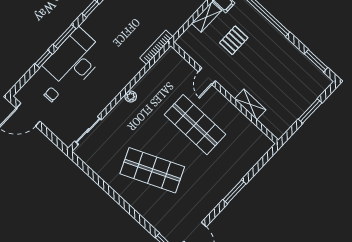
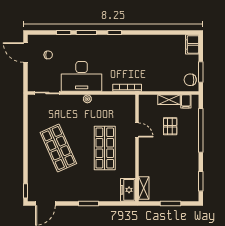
pallet: (234, 40) -> (170, 126), turned 90
desk: (75, 59) -> (82, 76), moved, turned 180
door: (207, 76) -> (137, 130), swing flipped
shelving: (250, 104) -> (144, 188), moved
freezer: (257, 140) -> (128, 190), added

